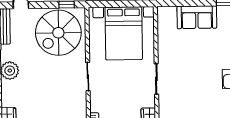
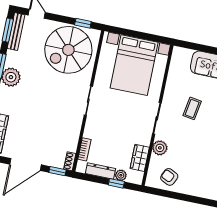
coffee table: (188, 62) -> (192, 108), added
plant: (165, 106) -> (160, 148), added

